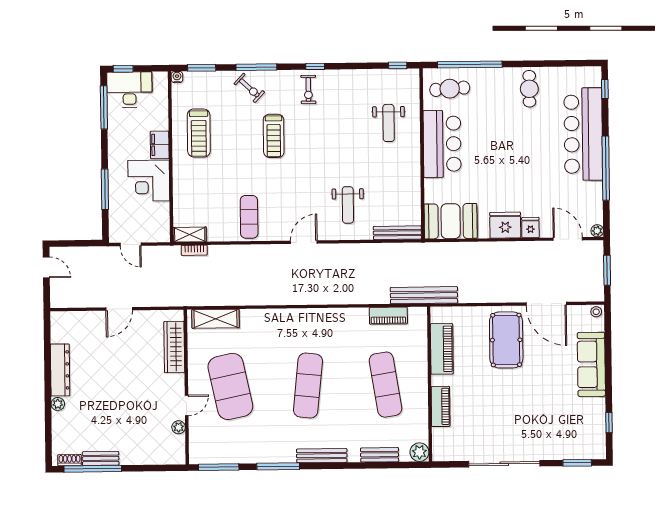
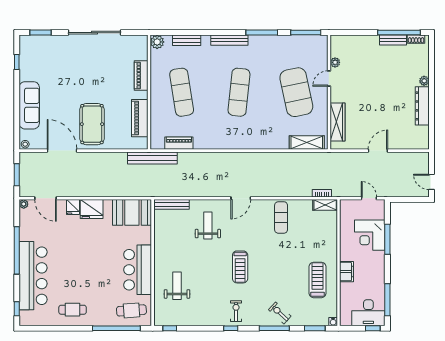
cafe table: (529, 89) -> (73, 310), turned 90
treadmill: (274, 136) -> (240, 267), moved, turned 180
corner desk: (149, 181) -> (370, 235), moved, turned 180

